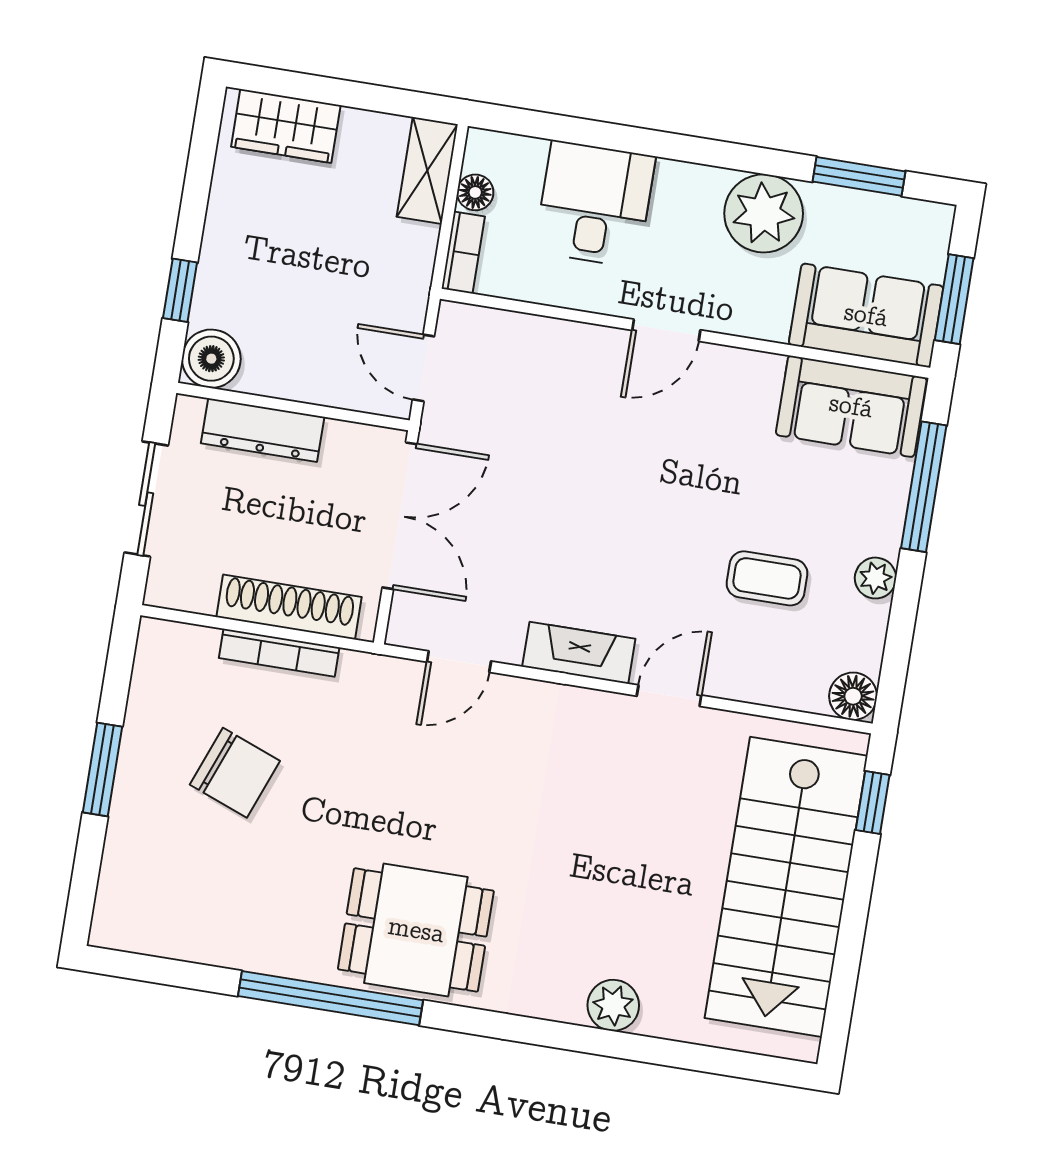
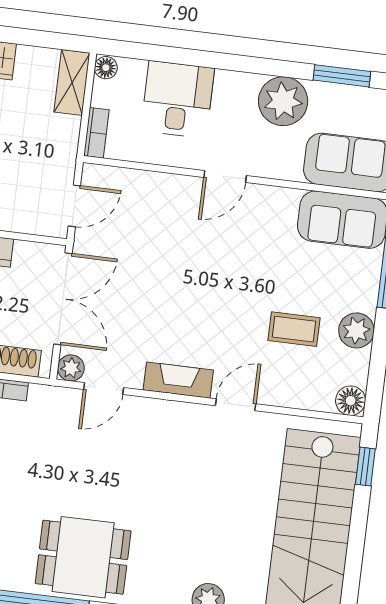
floor lamp: (475, 192) -> (106, 68), moved
door: (423, 368) -> (74, 206), swing flipped
plant: (876, 578) -> (356, 330), width x1.38, depth x1.38
plant: (408, 627) -> (71, 368), added

